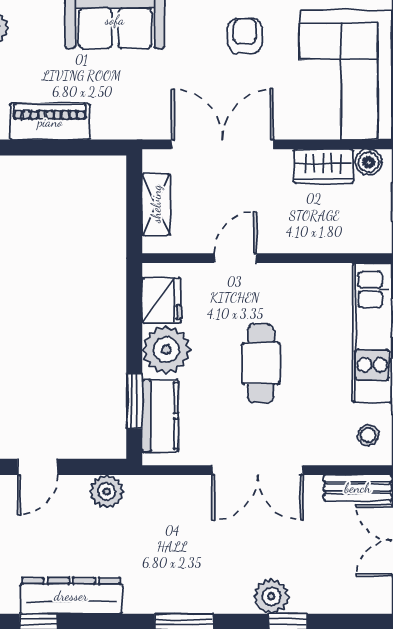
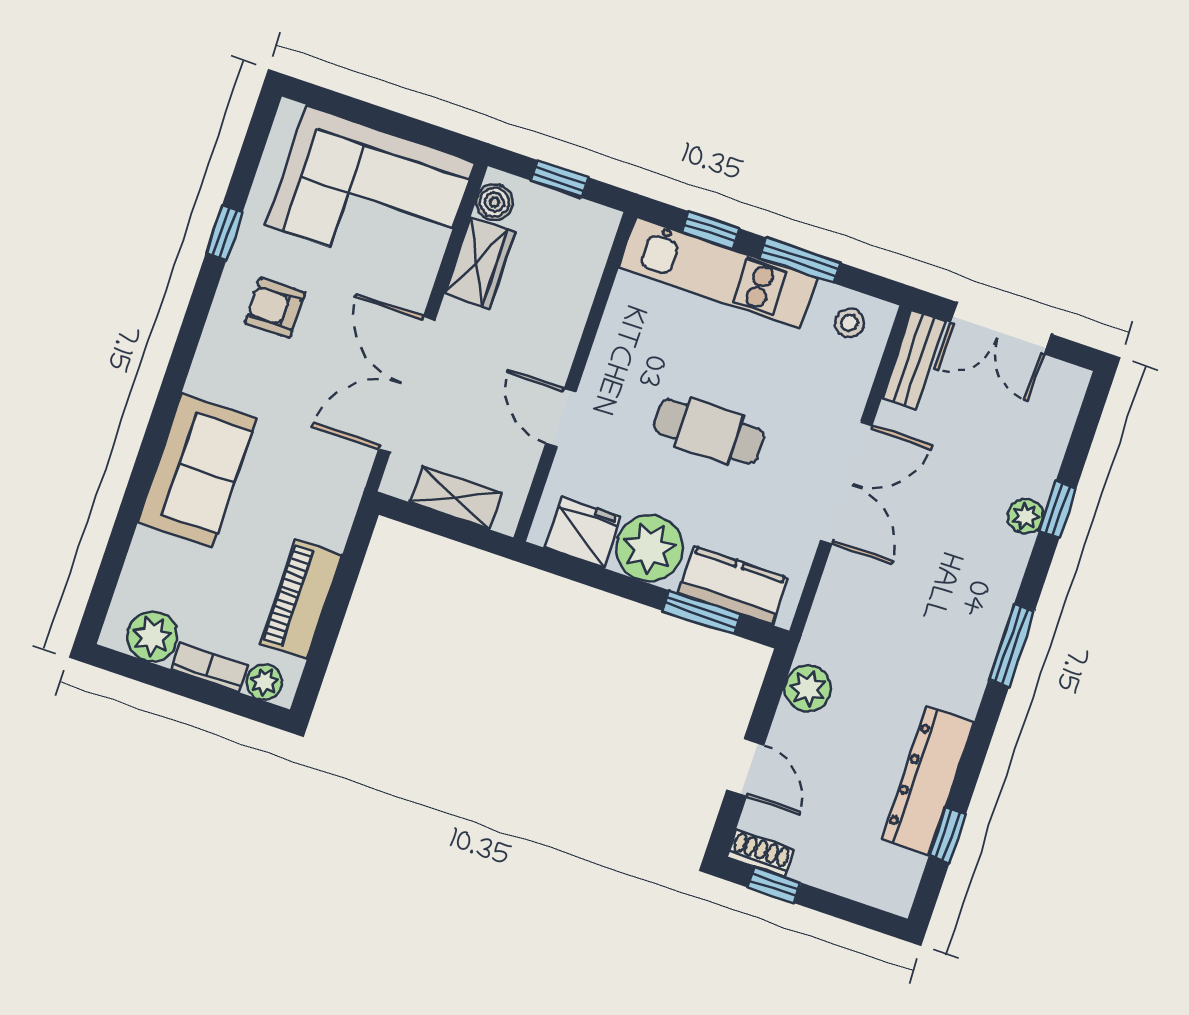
plant: (271, 597) -> (1026, 516), width x0.73, depth x0.73

